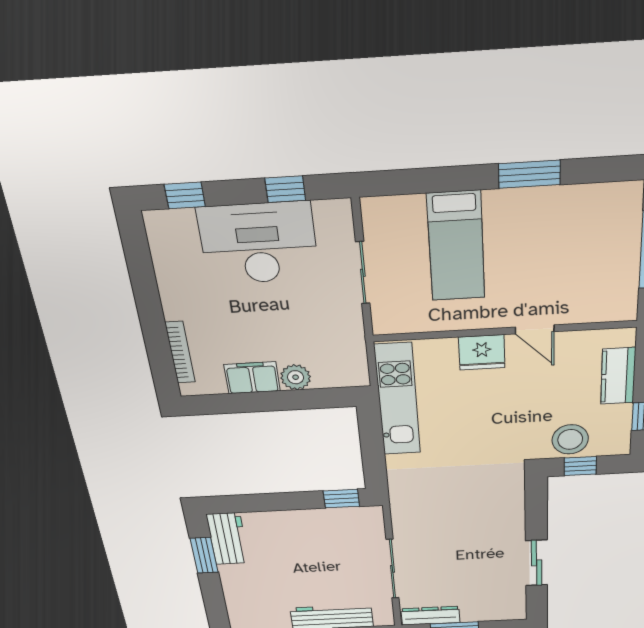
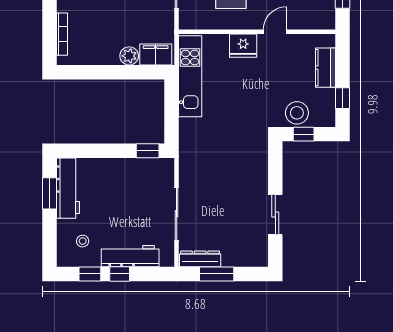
door: (535, 329) -> (275, 32), swing flipped
filing cabinet: (252, 378) -> (156, 55), moved
workbench: (228, 539) -> (68, 188), width x1.38
stool: (262, 605) -> (83, 241), added

